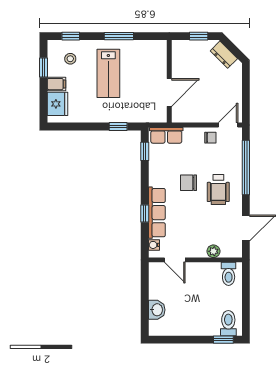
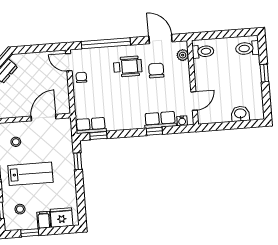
stool: (145, 60) -> (16, 142), added
door: (169, 92) -> (44, 118), hinge flipped
row of seats: (166, 135) -> (91, 125), moved, turned -90
chair: (188, 183) -> (156, 70), moved, turned 180
row of seats: (157, 213) -> (160, 120), width x0.68
plant: (213, 251) -> (183, 55), moved
window: (223, 340) -> (264, 73), moved

